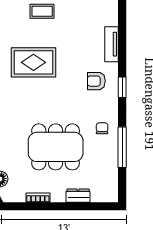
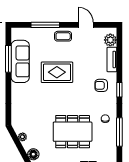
plant: (109, 16) -> (110, 40), added

